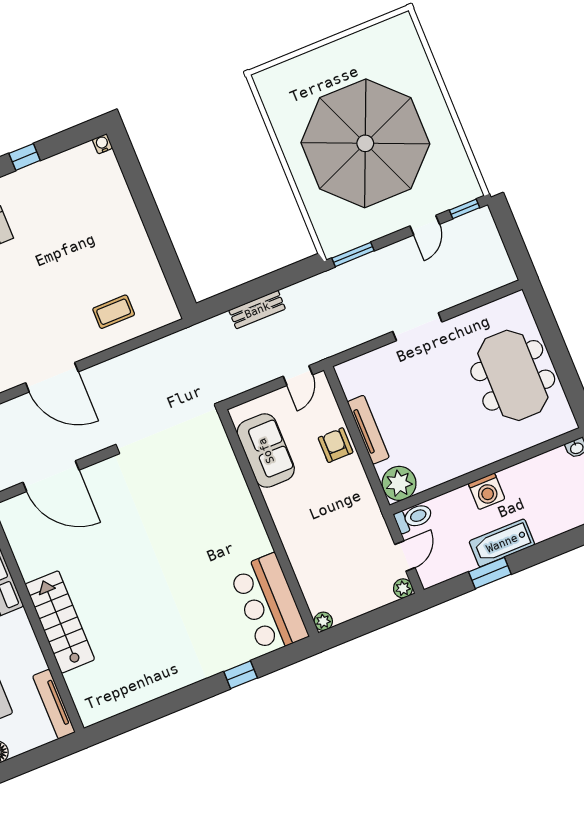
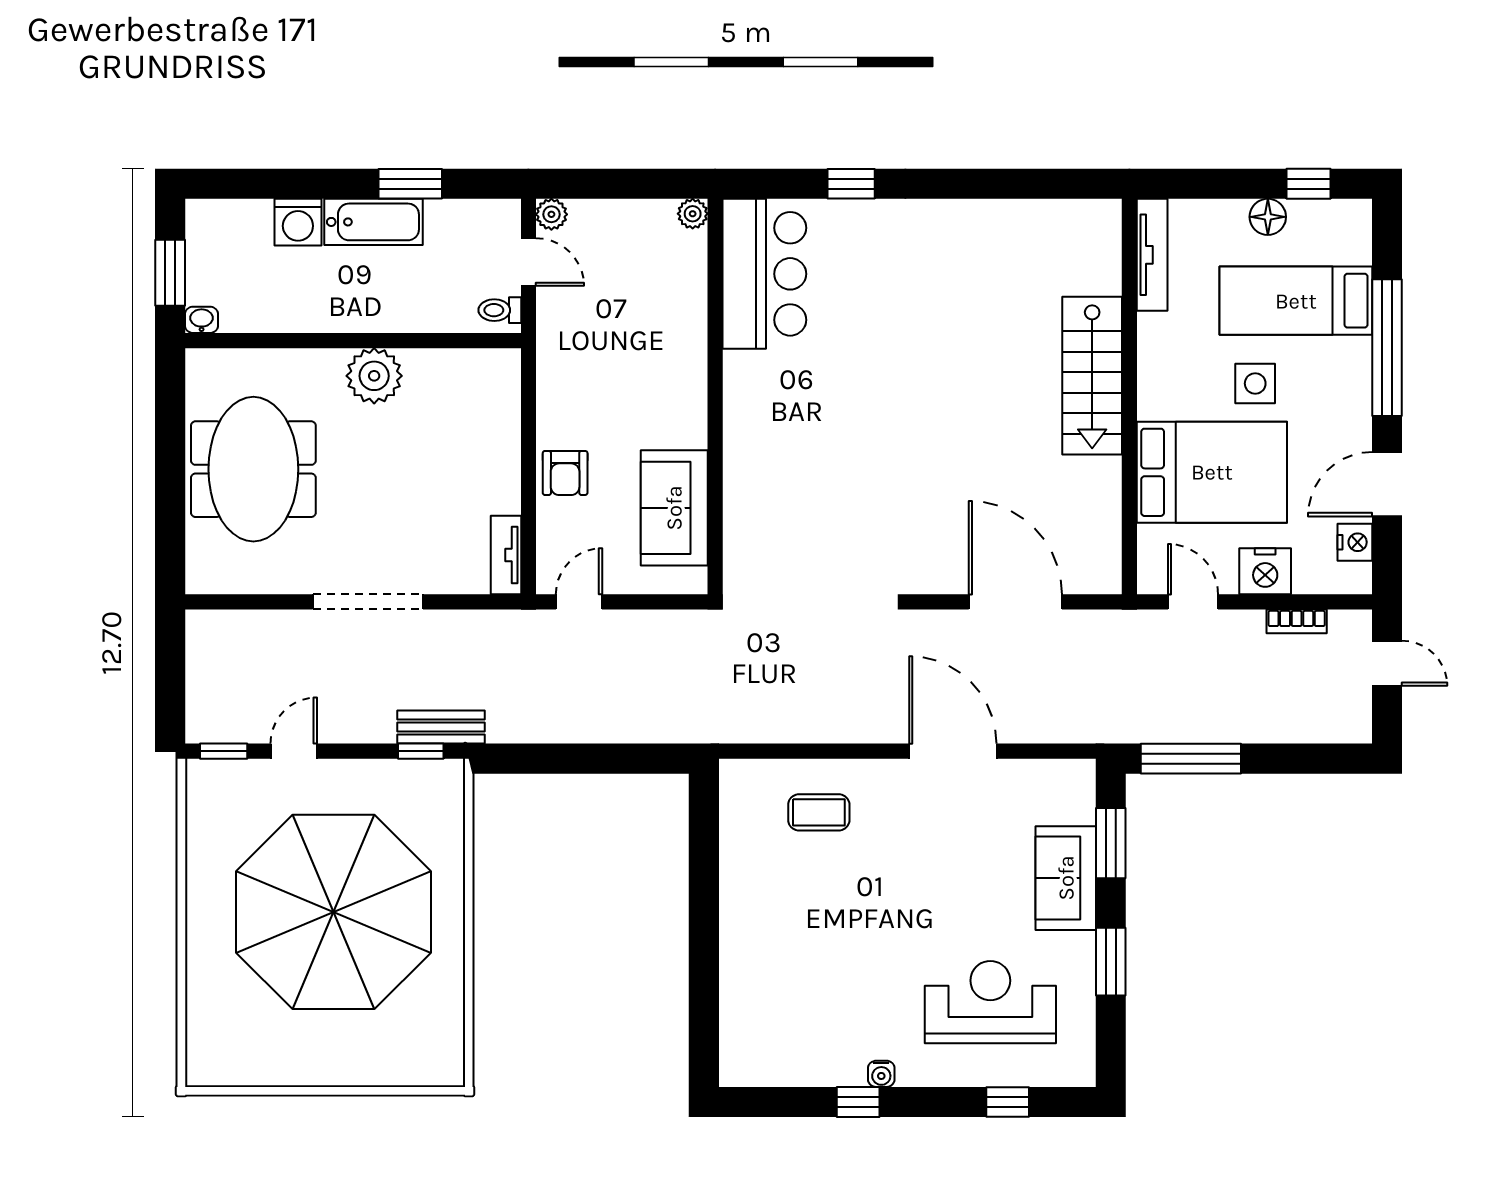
water cooler: (102, 144) -> (881, 1074), moved
window: (353, 254) -> (421, 751), width x0.67
bench: (257, 310) -> (441, 727), moved
doorway: (417, 327) -> (368, 602), width x1.36
tv unit: (368, 430) -> (506, 555), moved, width x0.71
plant: (399, 483) -> (374, 376), moved
washing machine: (487, 491) -> (298, 222), moved, turned 180
toilet: (414, 518) -> (500, 310), width x0.73, depth x0.72
door: (405, 556) -> (528, 262), swing flipped

